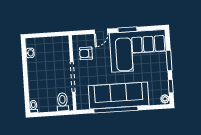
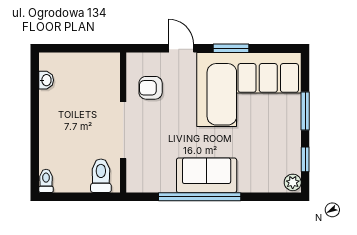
door: (101, 31) -> (181, 48), swing flipped
sofa: (119, 96) -> (207, 175), width x0.54, depth x0.79

